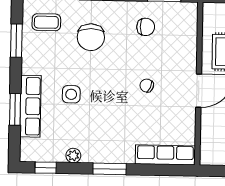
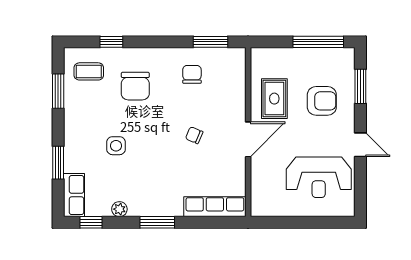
chair: (146, 27) -> (192, 74), turned -90
row of seats: (30, 106) -> (74, 195), moved, width x0.68

